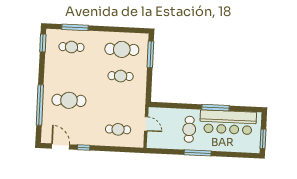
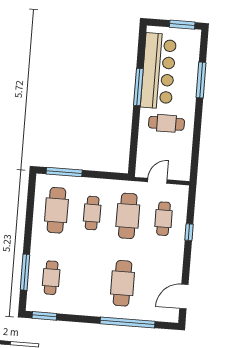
cafe table: (119, 103) -> (128, 216), added
window: (84, 148) -> (189, 232), moved
window: (198, 153) -> (201, 80), moved

